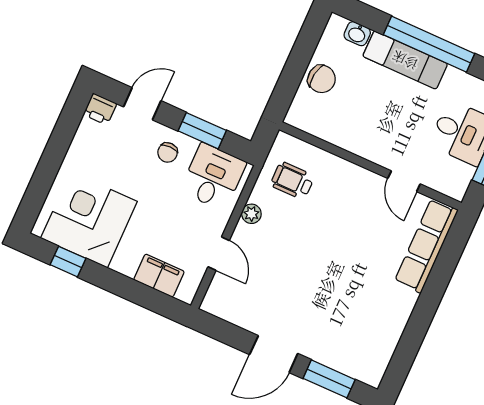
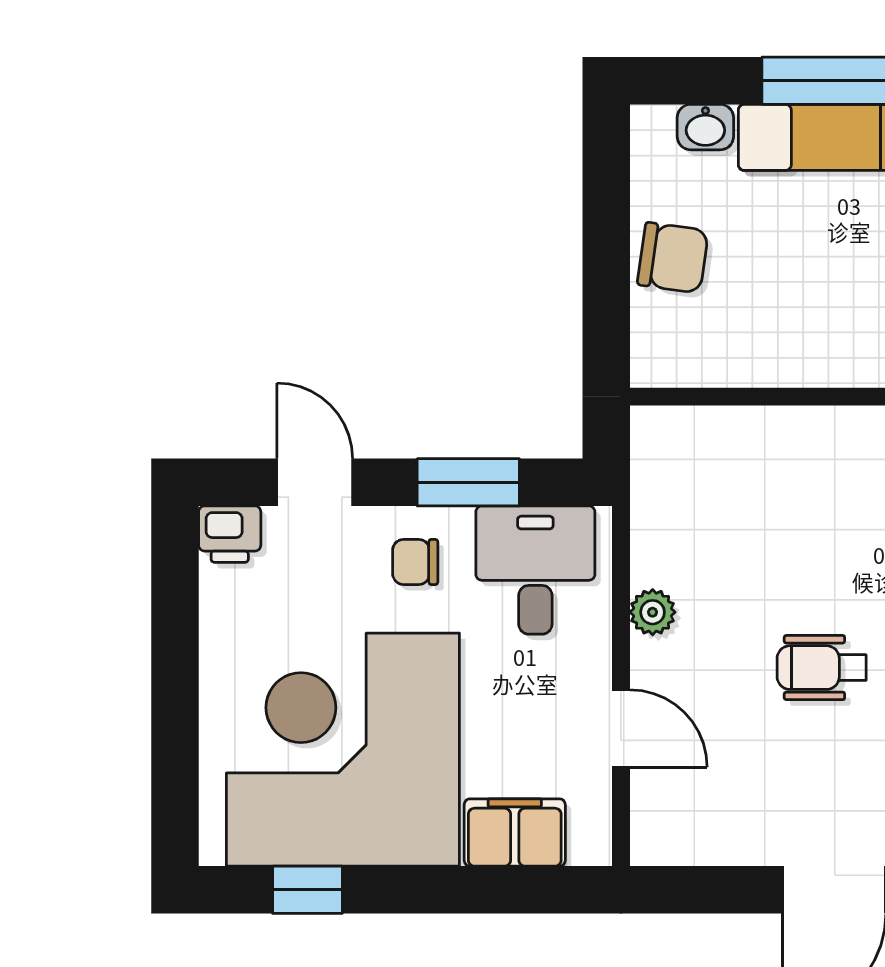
door: (142, 104) -> (315, 482), hinge flipped
chair: (168, 153) -> (415, 562), turned 90
wheelchair: (292, 181) -> (822, 668), moved
corner desk: (89, 220) -> (343, 750), width x1.36, depth x1.36

